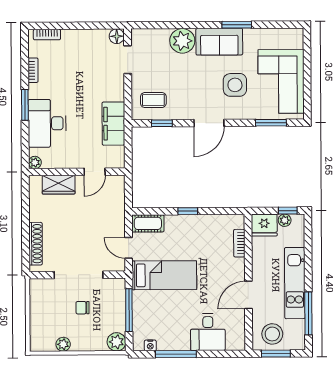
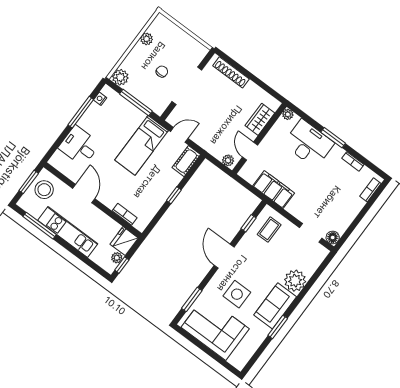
plant: (118, 185) -> (228, 160), added

